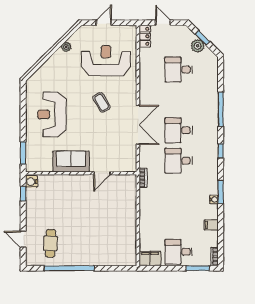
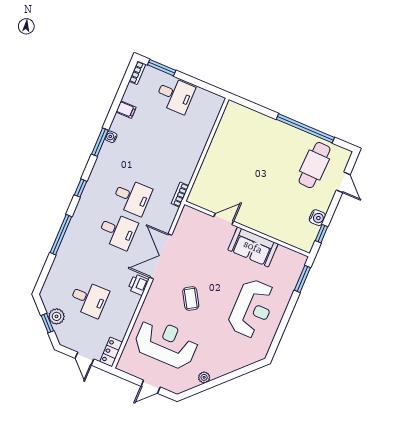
reception desk: (106, 61) -> (166, 343), turned 180
printer: (146, 96) -> (138, 285), added
water cooler: (31, 182) -> (317, 218), moved
cafe table: (50, 243) -> (315, 165), width x1.37, depth x1.35
filing cabinet: (150, 259) -> (210, 101), removed

